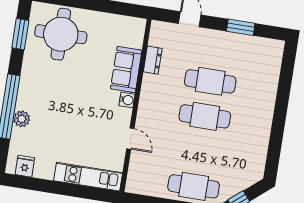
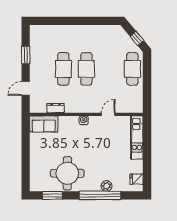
round table: (61, 34) -> (67, 173), moved
sofa: (126, 70) -> (44, 124), moved

